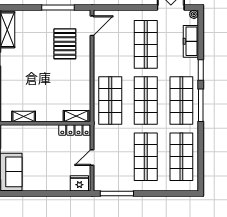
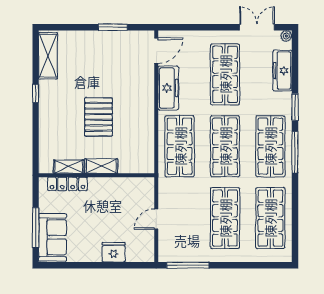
window: (58, 7) -> (113, 27), width x0.69
pallet: (65, 44) -> (99, 117), moved
freezer: (101, 55) -> (168, 88), added
shelving: (76, 116) -> (101, 166), moved
locker: (74, 130) -> (67, 184), moved
fridge: (79, 183) -> (114, 252), moved

